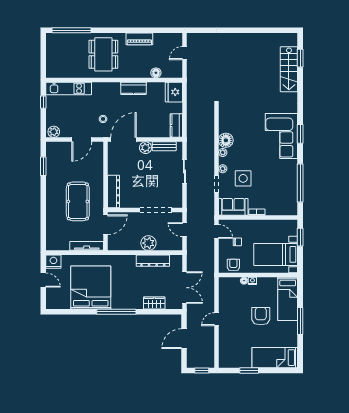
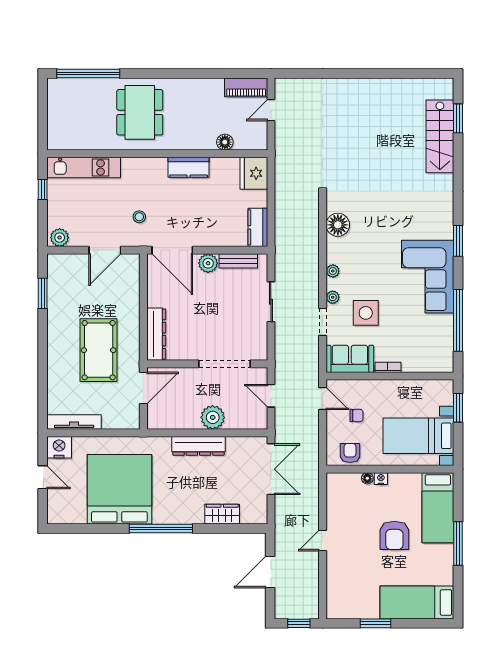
piano: (139, 39) -> (246, 87), moved
corner sofa: (281, 136) -> (428, 277), moved
door: (123, 140) -> (172, 250), swing flipped
floor lamp: (226, 140) -> (338, 225), moved
tv unit: (87, 246) -> (74, 422), moved
dresser: (153, 261) -> (198, 446), moved
double door: (184, 288) -> (271, 469), moved
armchair: (261, 316) -> (394, 535), turned 180

